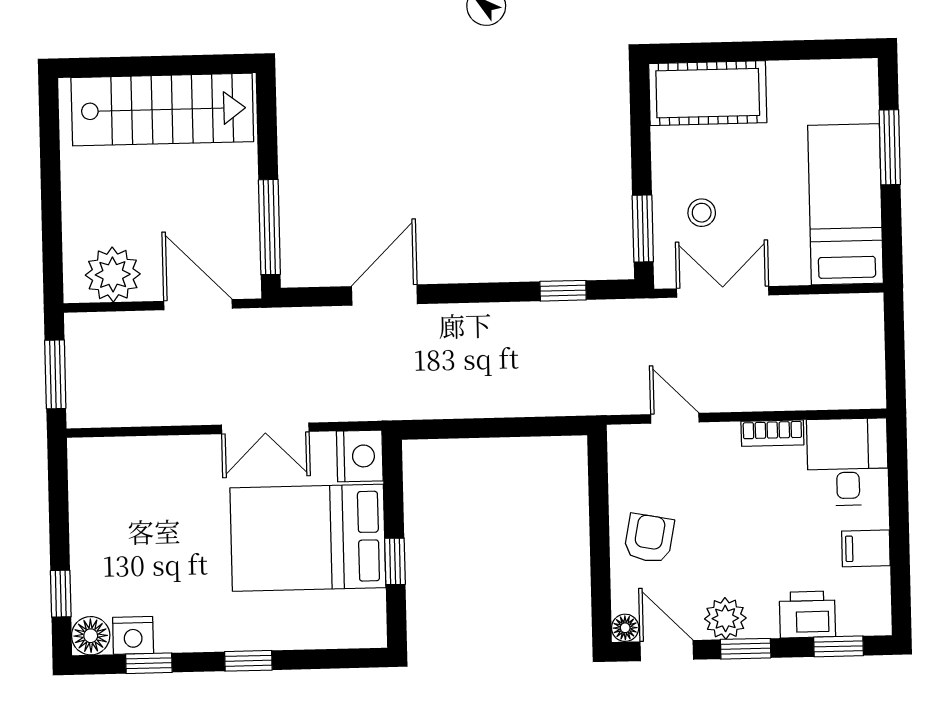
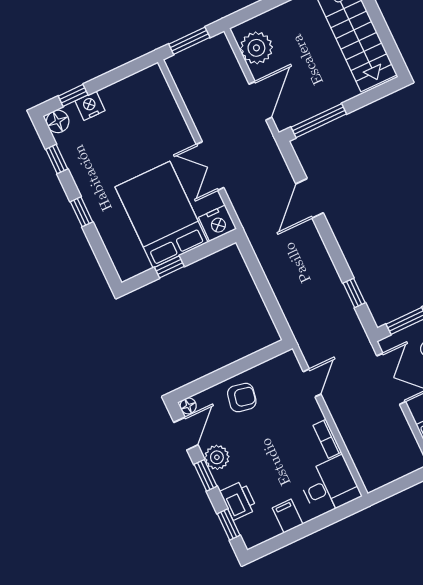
door: (384, 295) -> (310, 198), swing flipped
nightstand: (133, 635) -> (90, 106), moved, turned 90

